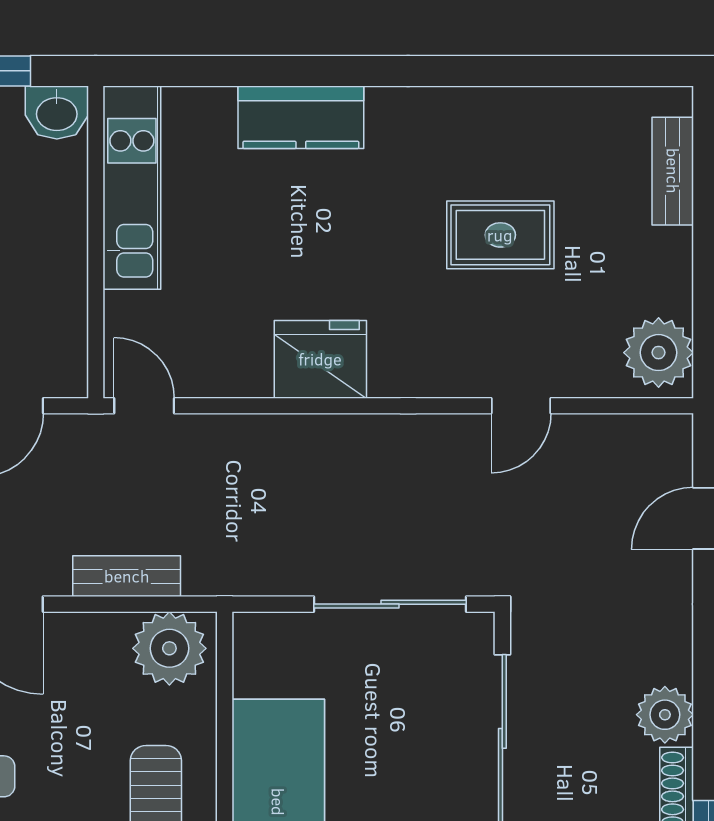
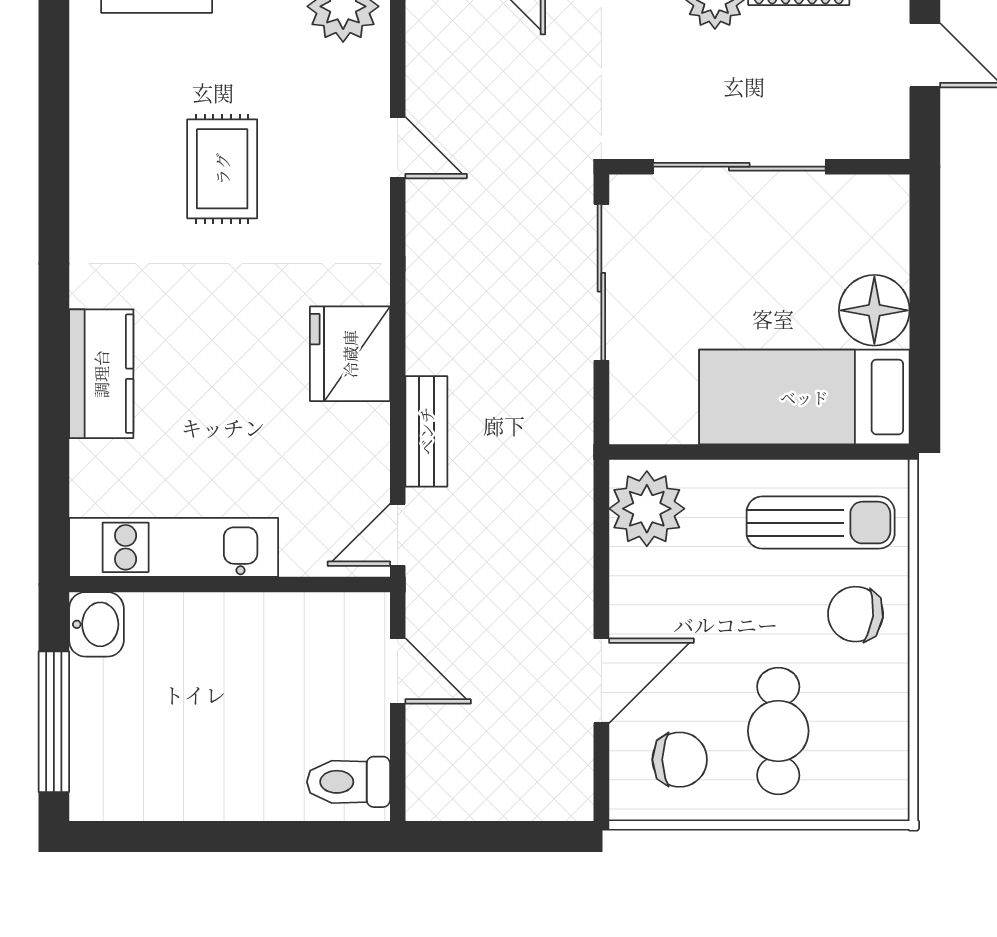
bench: (127, 576) -> (426, 431), moved

